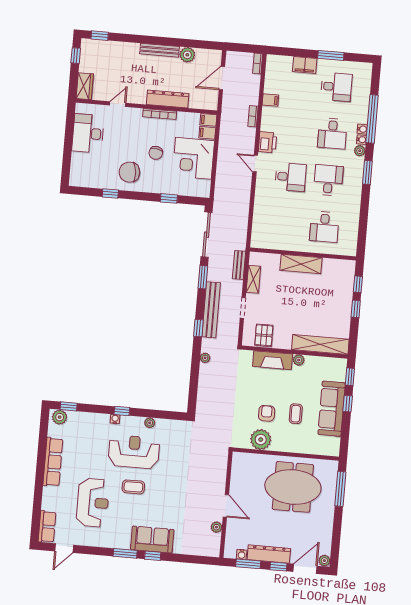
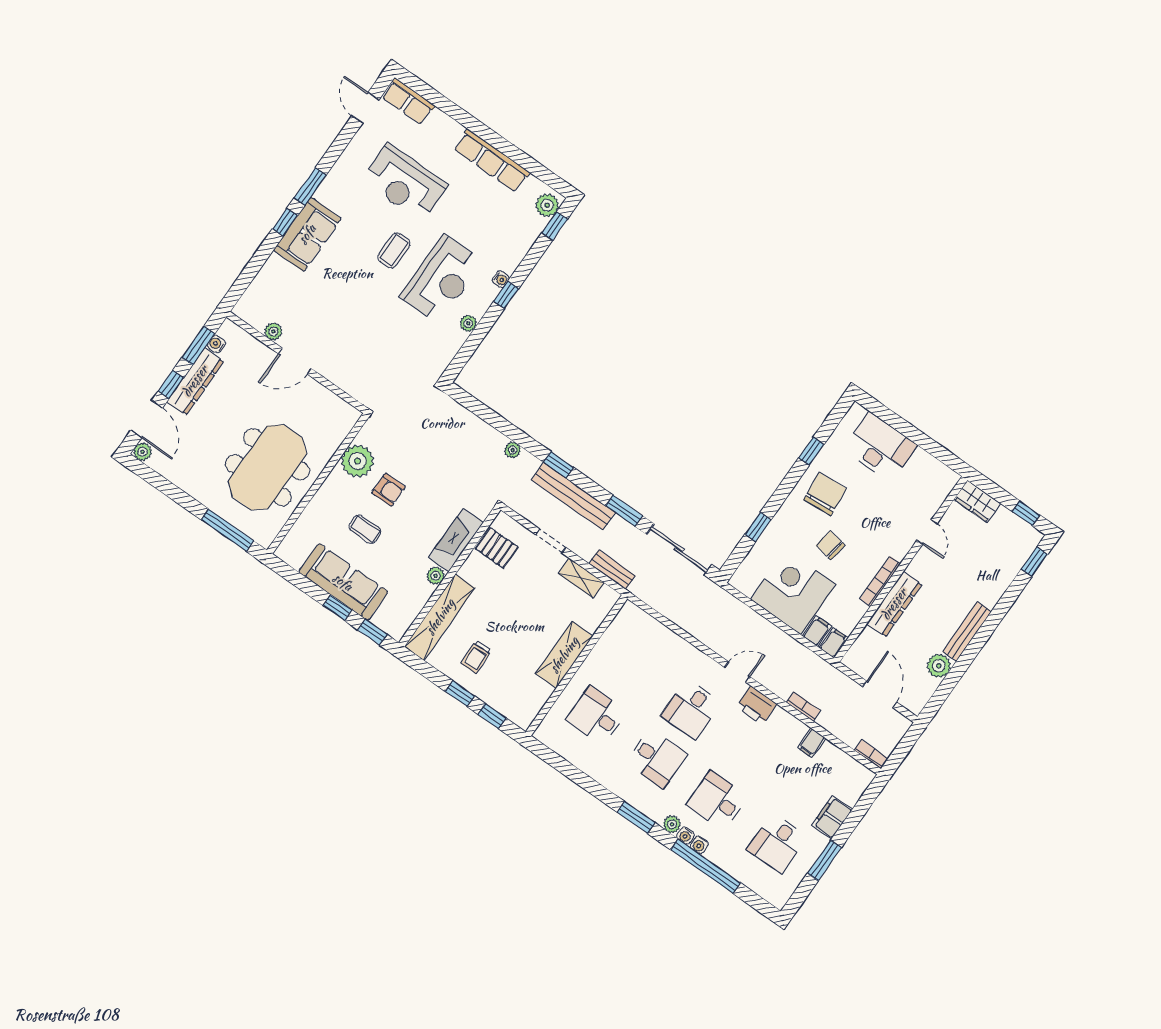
desk: (88, 133) -> (880, 447), moved
trolley: (330, 312) -> (476, 657), added

